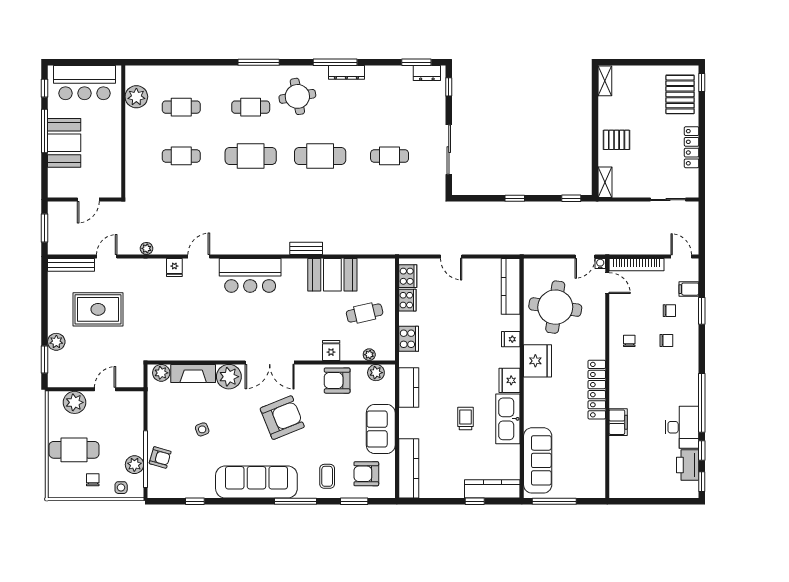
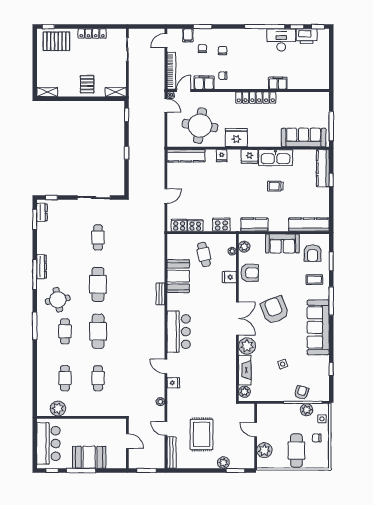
filing cabinet: (619, 313) -> (204, 83), added
armchair: (337, 381) -> (250, 273), turned -90

